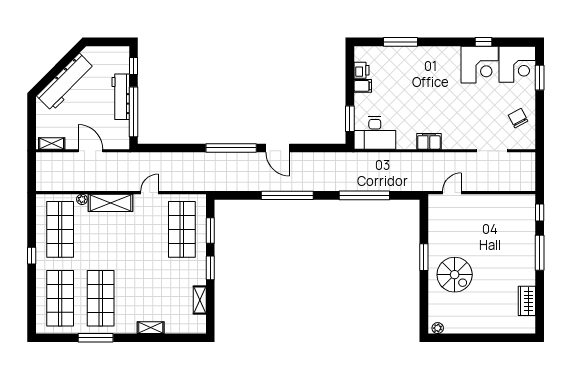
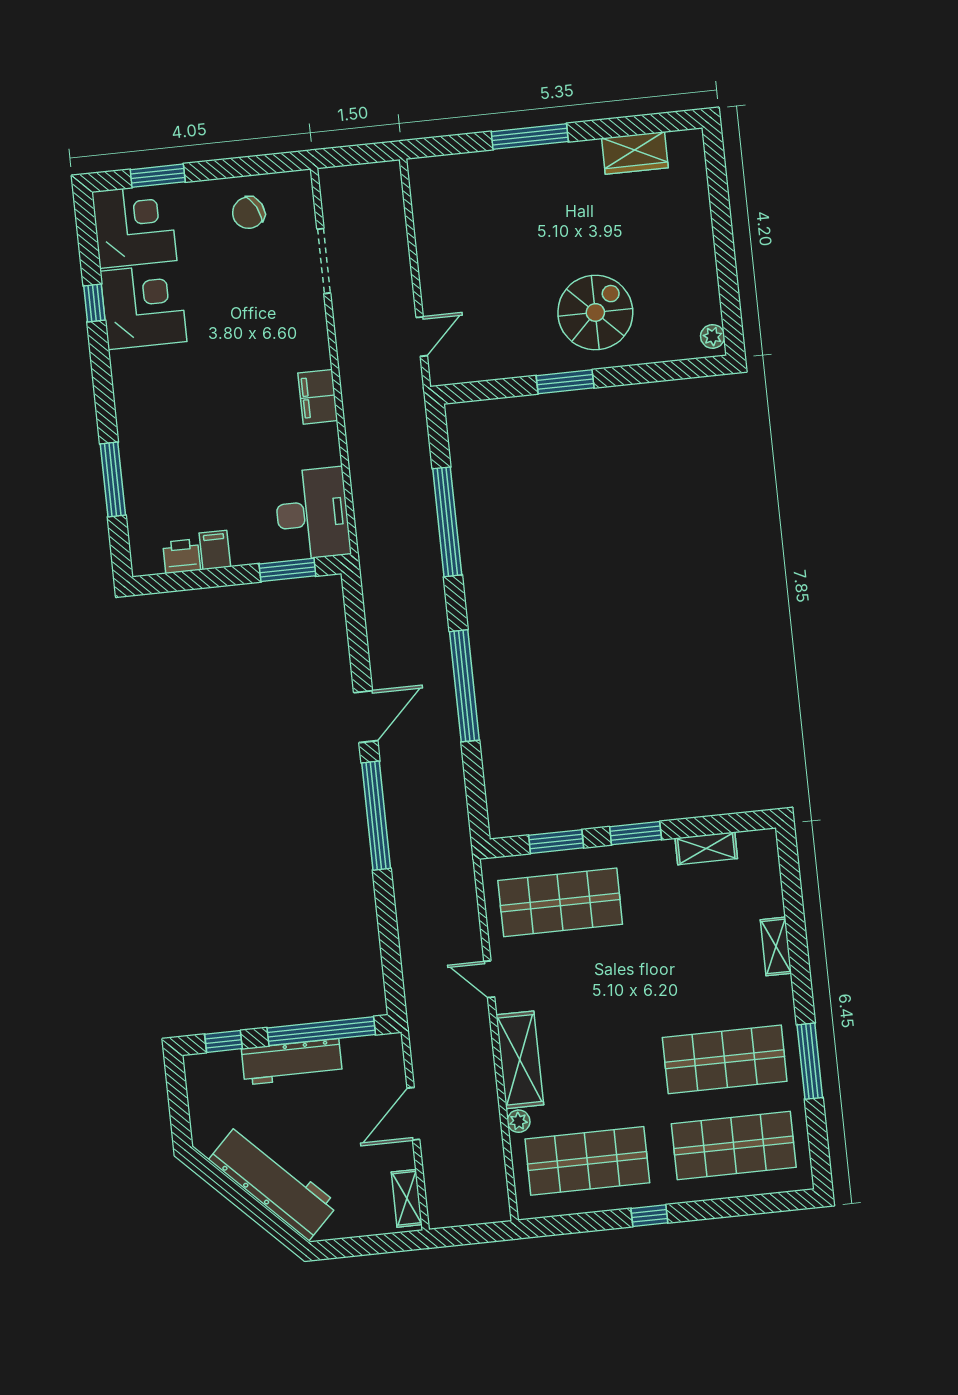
door: (452, 193) -> (422, 337), swing flipped
window: (540, 212) -> (444, 146), removed

